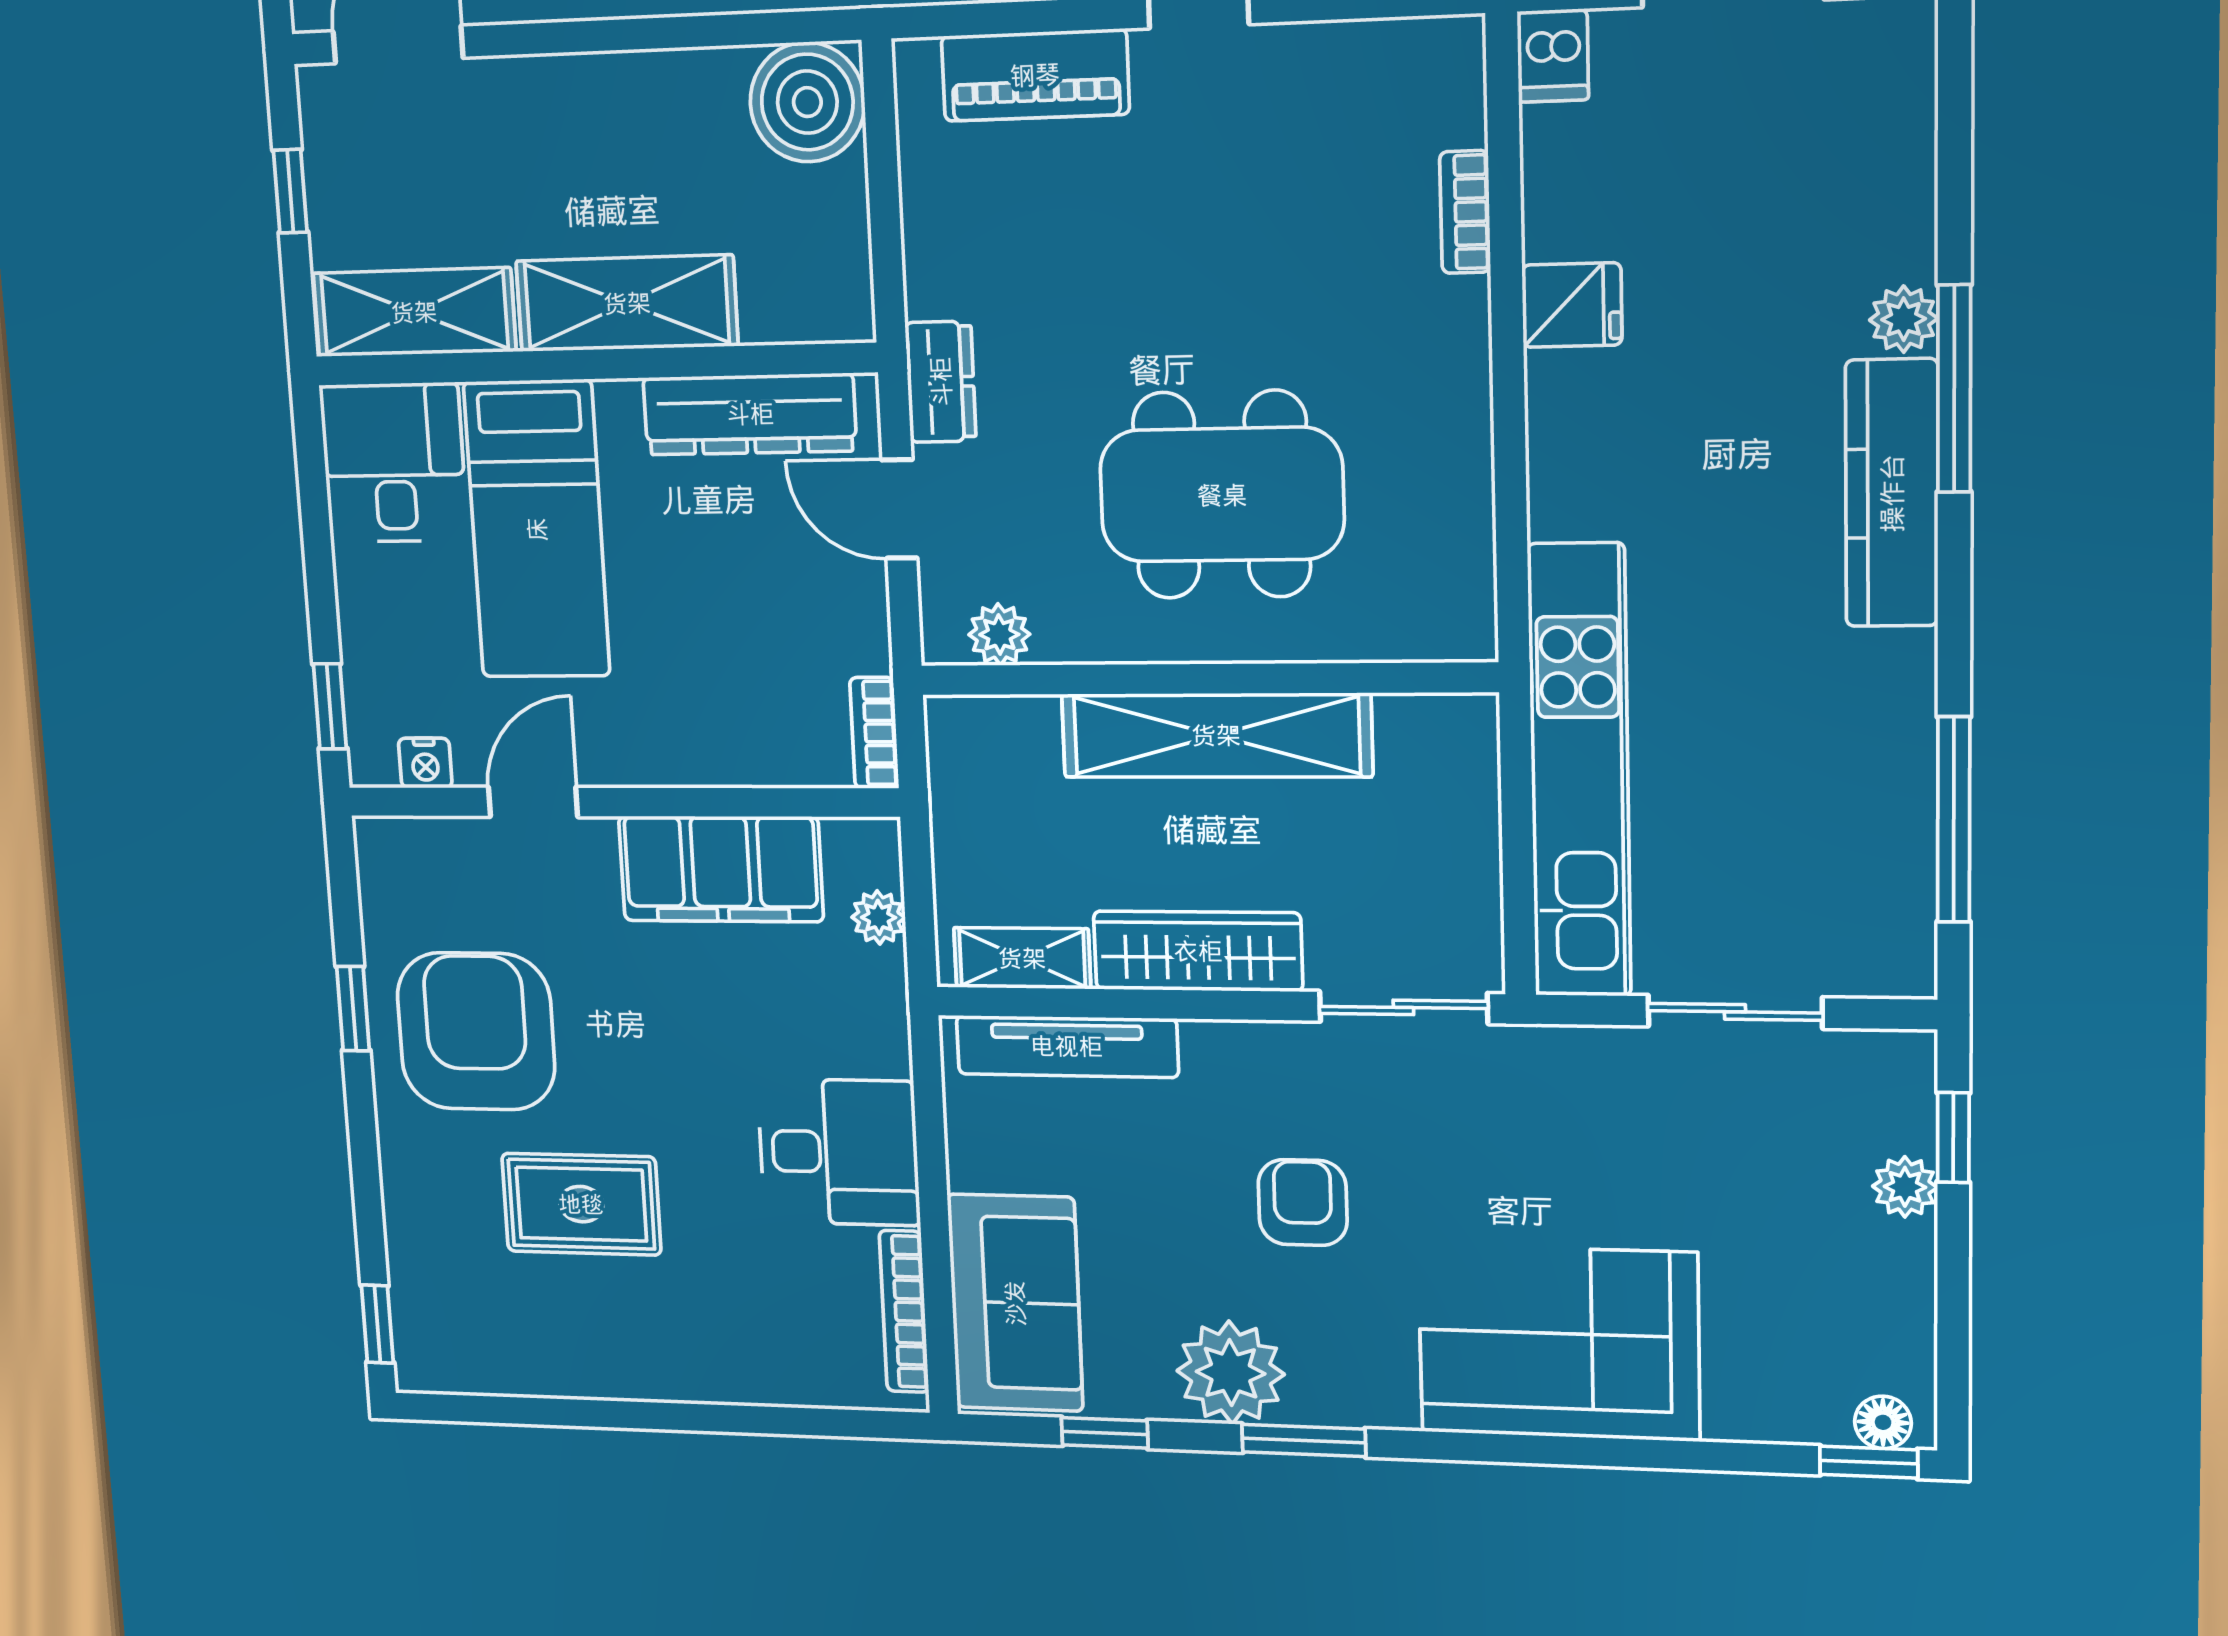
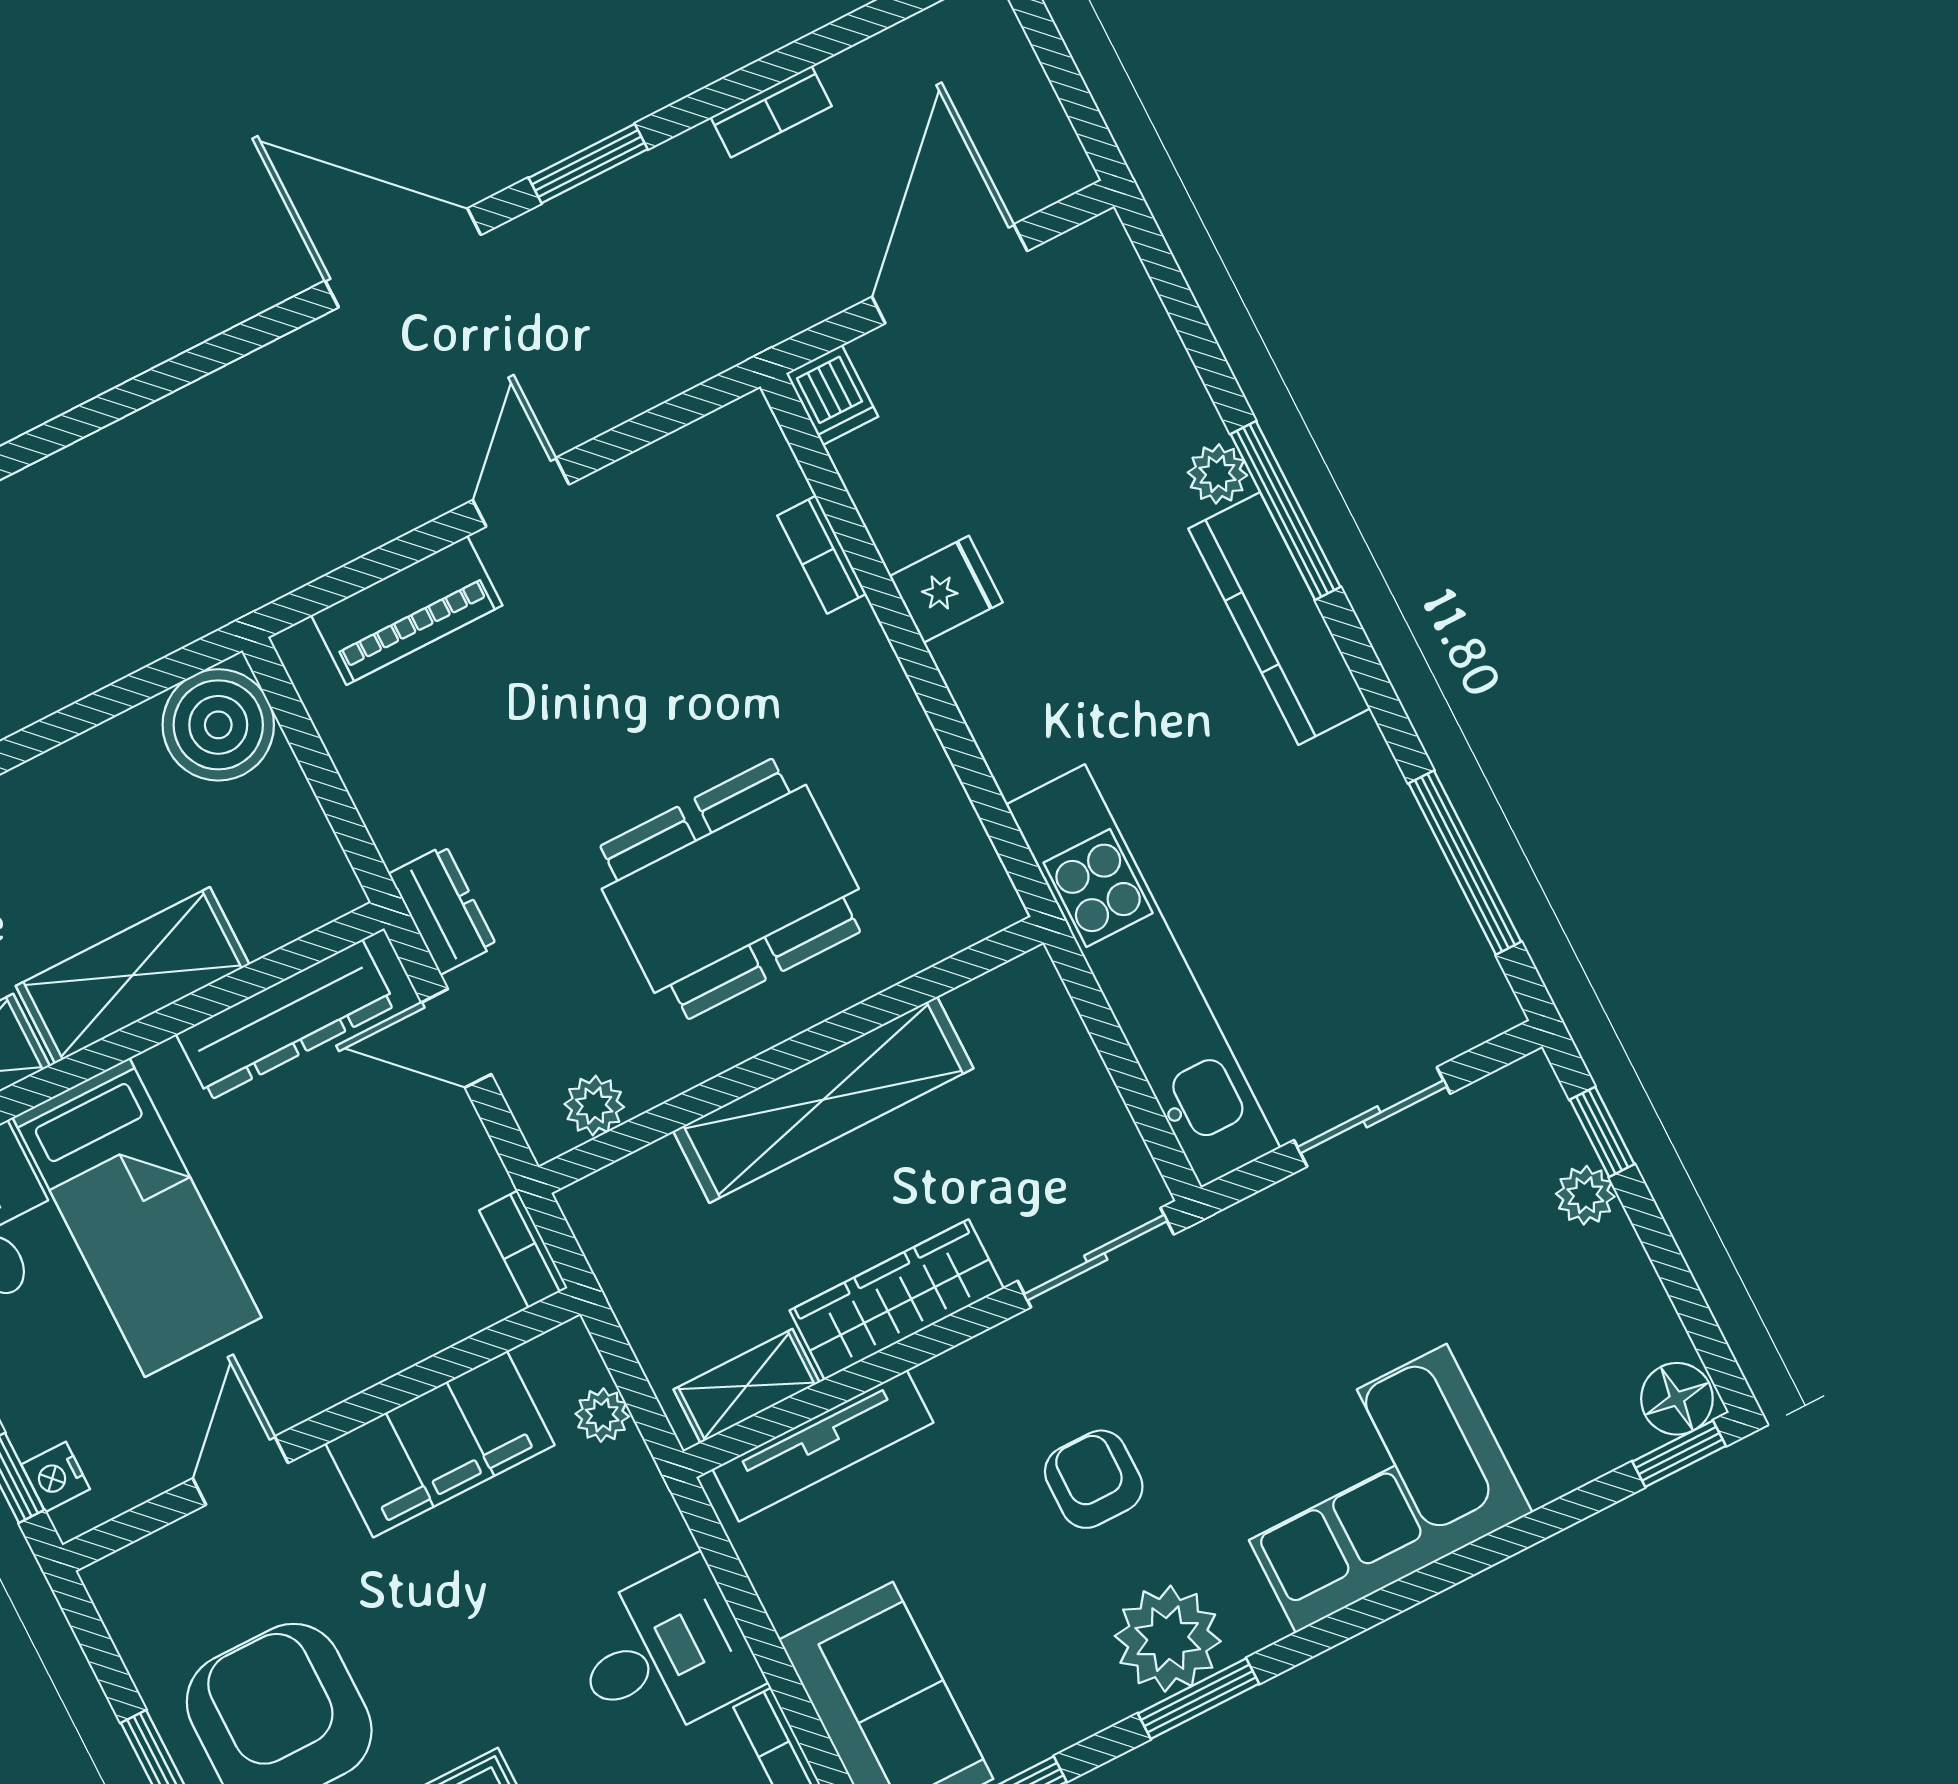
nightstand: (425, 763) -> (56, 1477), moved, turned 90
plant: (1231, 1373) -> (1168, 1639), moved
floor lamp: (1883, 1422) -> (1677, 1399), width x1.37, depth x1.37

